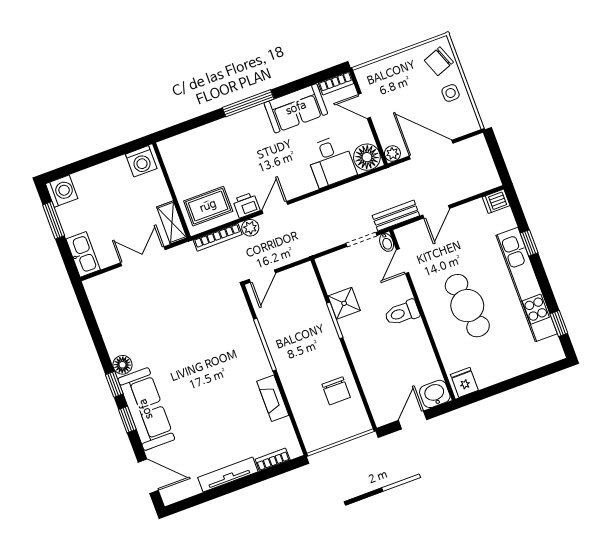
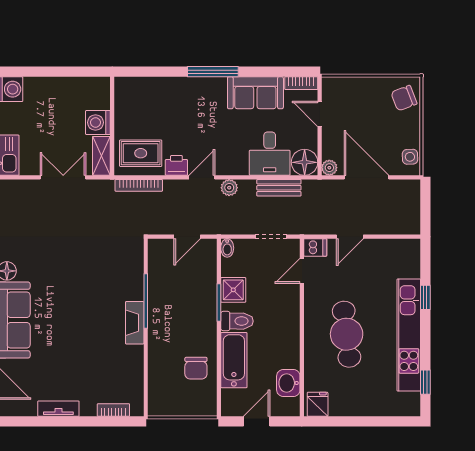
side table: (451, 93) -> (410, 157), moved
washing machine: (141, 161) -> (98, 122), moved, turned 90
dishwasher: (496, 201) -> (315, 247), moved, turned 180
bench: (396, 216) -> (279, 188), moved
plant: (250, 228) -> (229, 188), moved
bidet: (387, 242) -> (227, 248), moved
door: (262, 276) -> (187, 237), moved
toilet: (402, 313) -> (237, 321), moved, turned 180
bathtub: (369, 370) -> (234, 360), added
washbasin: (435, 394) -> (288, 383), moved, turned -90
fireplace: (273, 398) -> (135, 323), moved
tv unit: (228, 475) -> (58, 409), width x0.71

